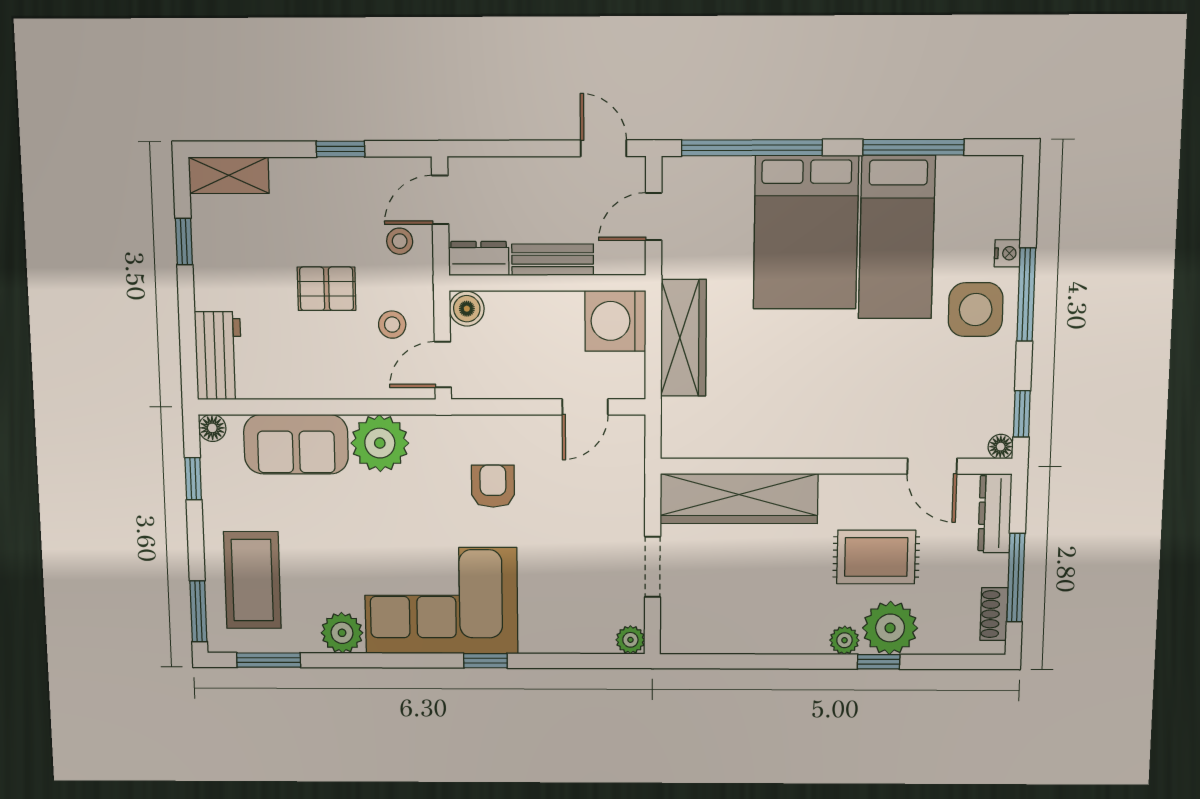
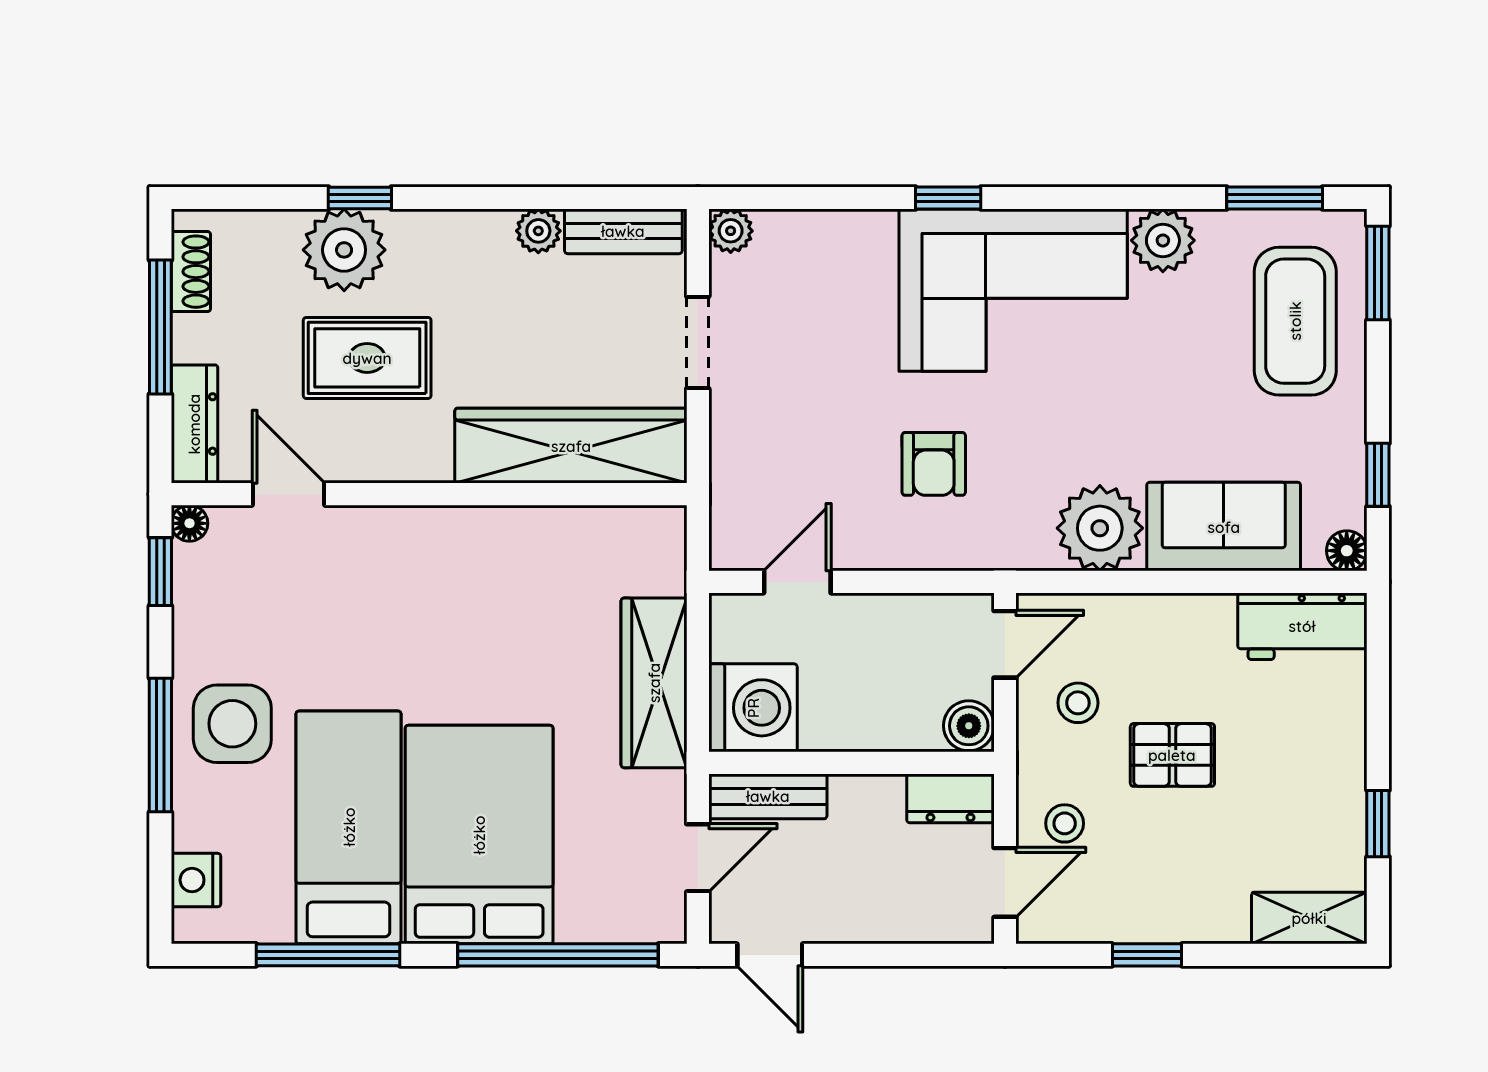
nightstand: (1007, 253) -> (196, 880), moved, width x1.39, depth x1.35
bench: (553, 260) -> (768, 796), moved
workbench: (219, 356) -> (1302, 626), moved, turned -90
bench: (702, 640) -> (623, 231), added
plant: (844, 640) -> (538, 231), moved

